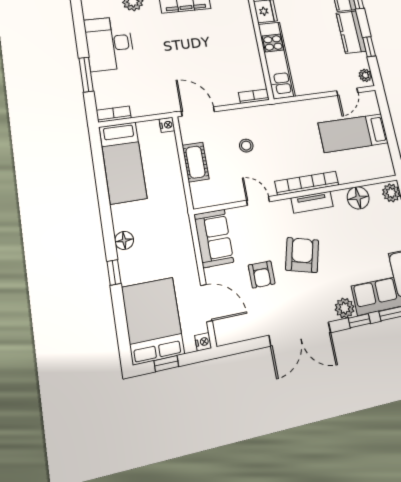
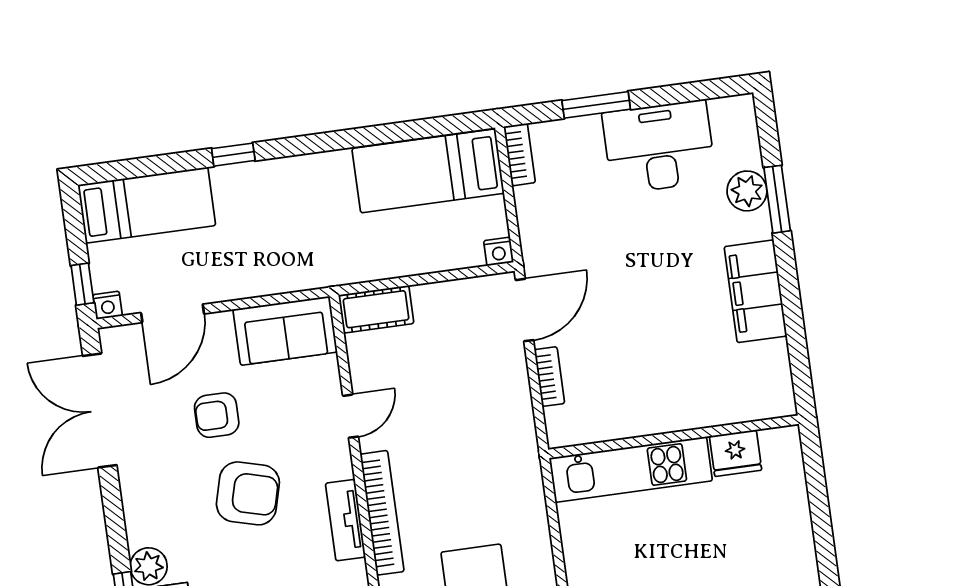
bookcase: (254, 96) -> (549, 377), moved
stool: (246, 146) -> (457, 399), removed
cot: (196, 162) -> (376, 309), moved
floor lamp: (124, 240) -> (288, 172), removed
bed: (153, 320) -> (147, 205), width x0.67
double door: (300, 334) -> (100, 411), moved
window: (166, 364) -> (82, 284), moved

